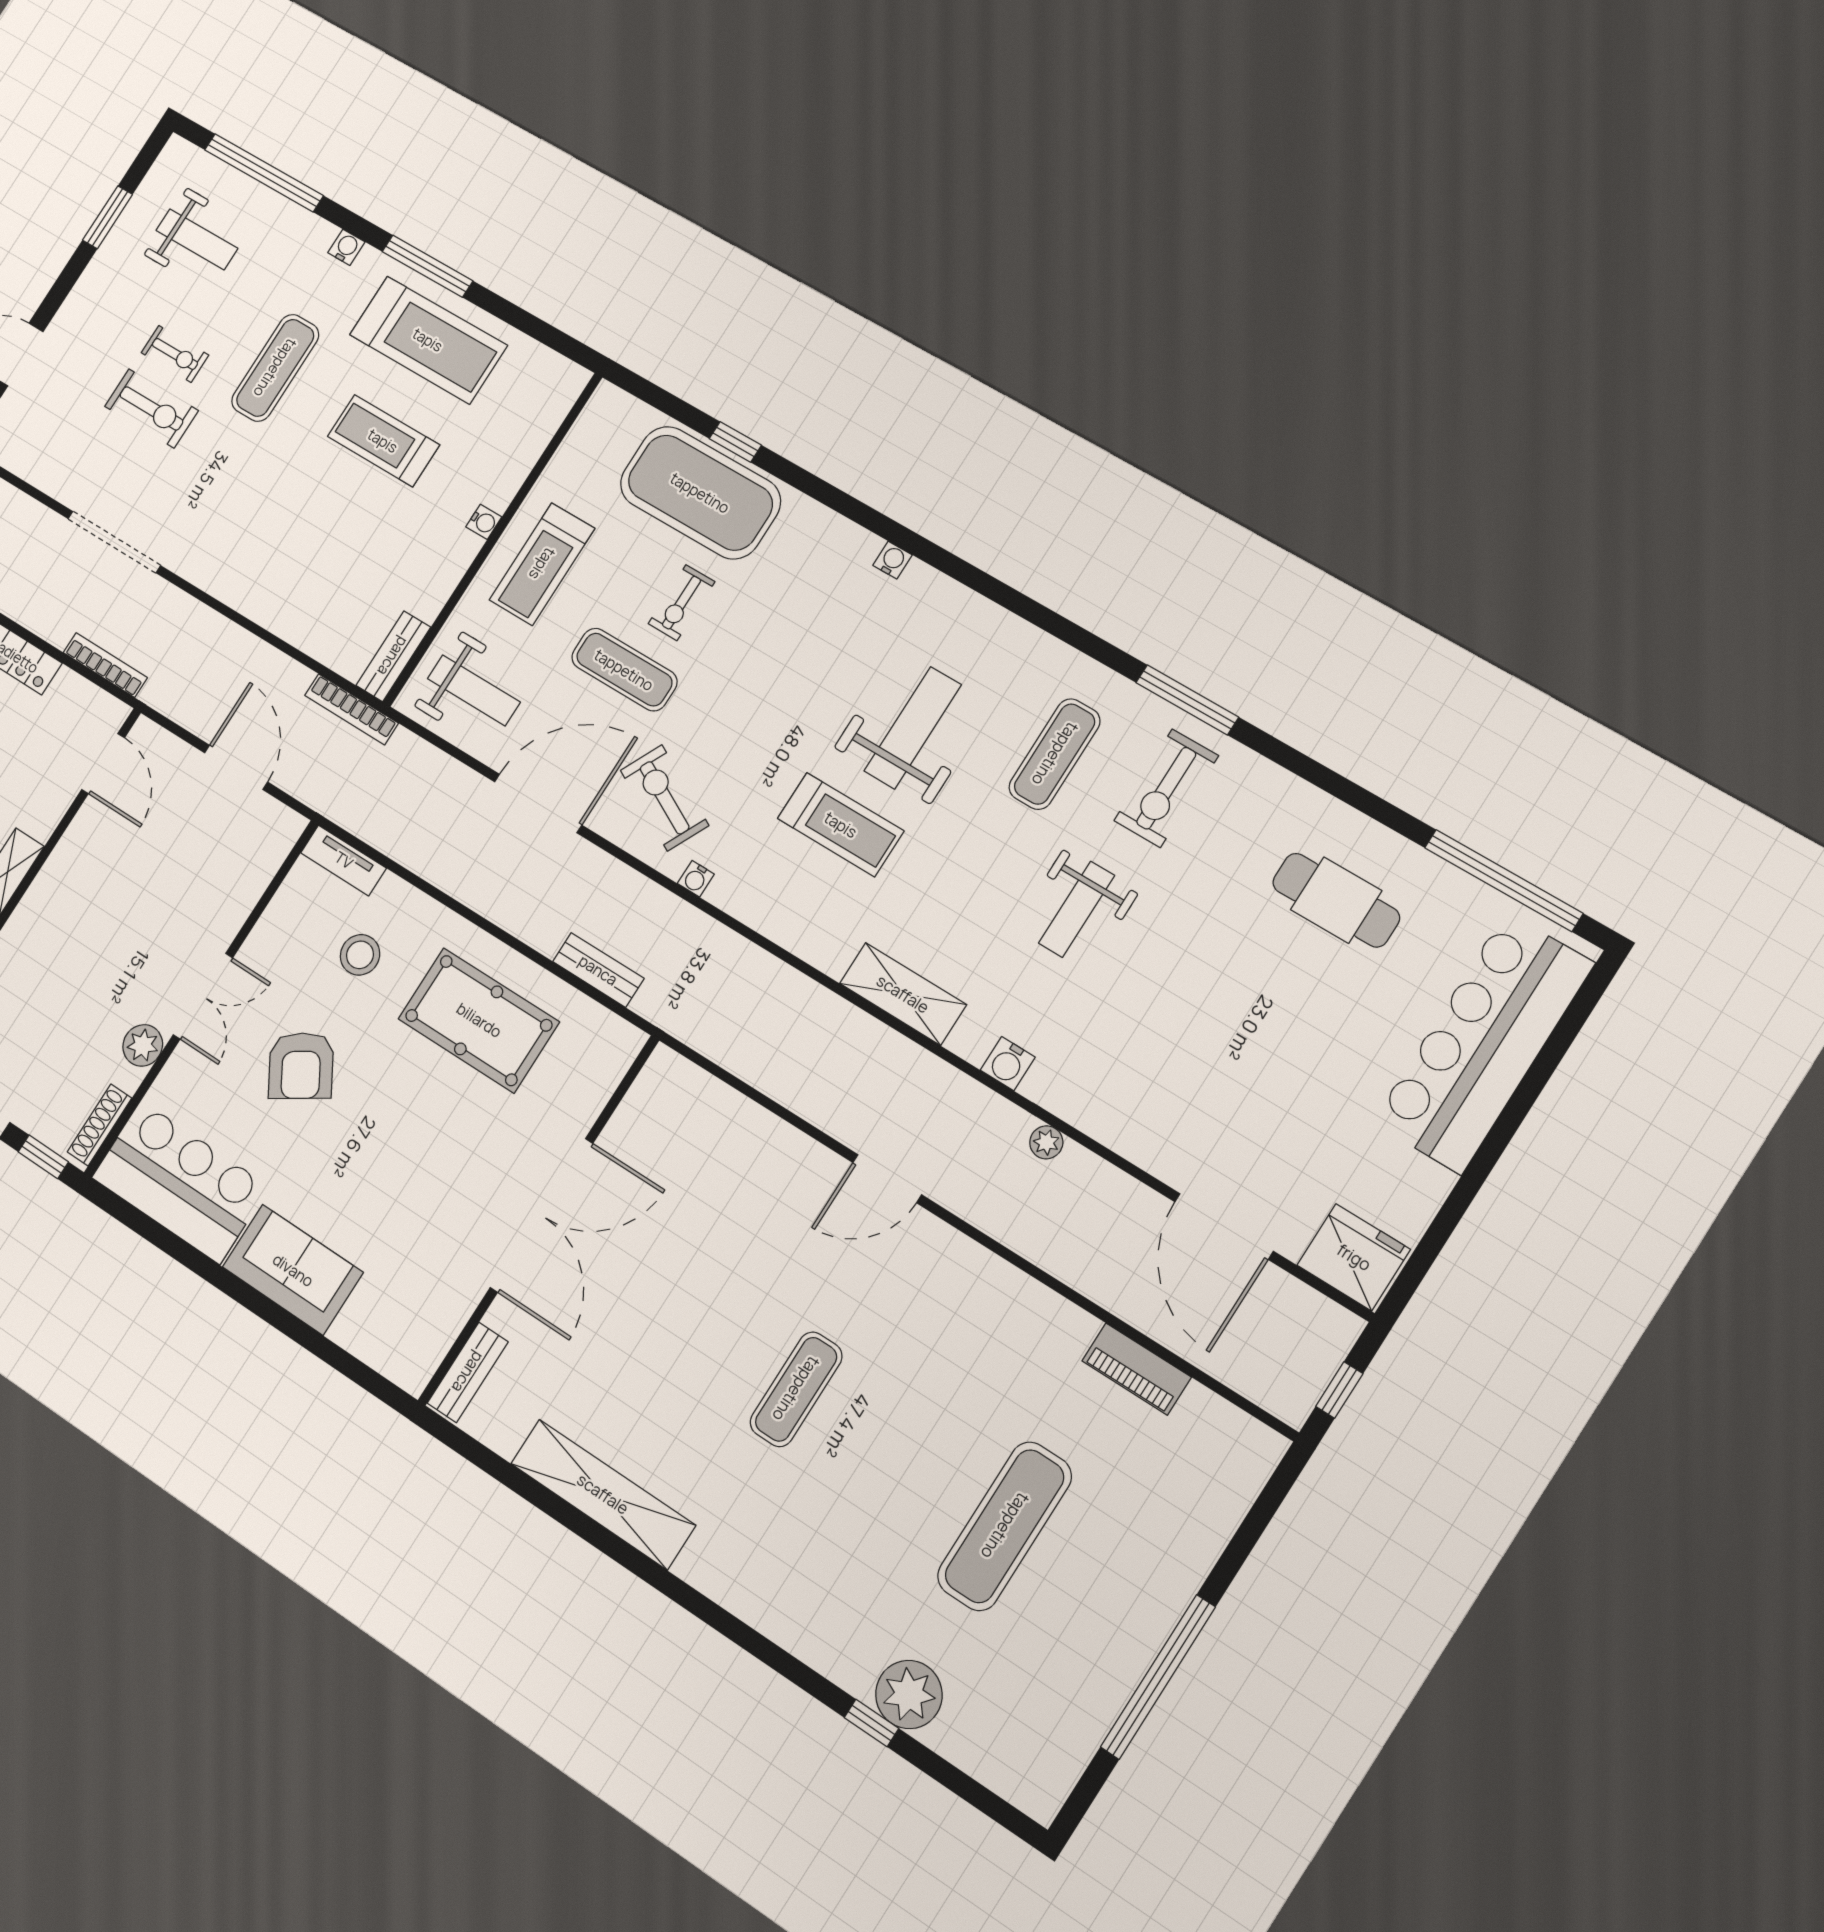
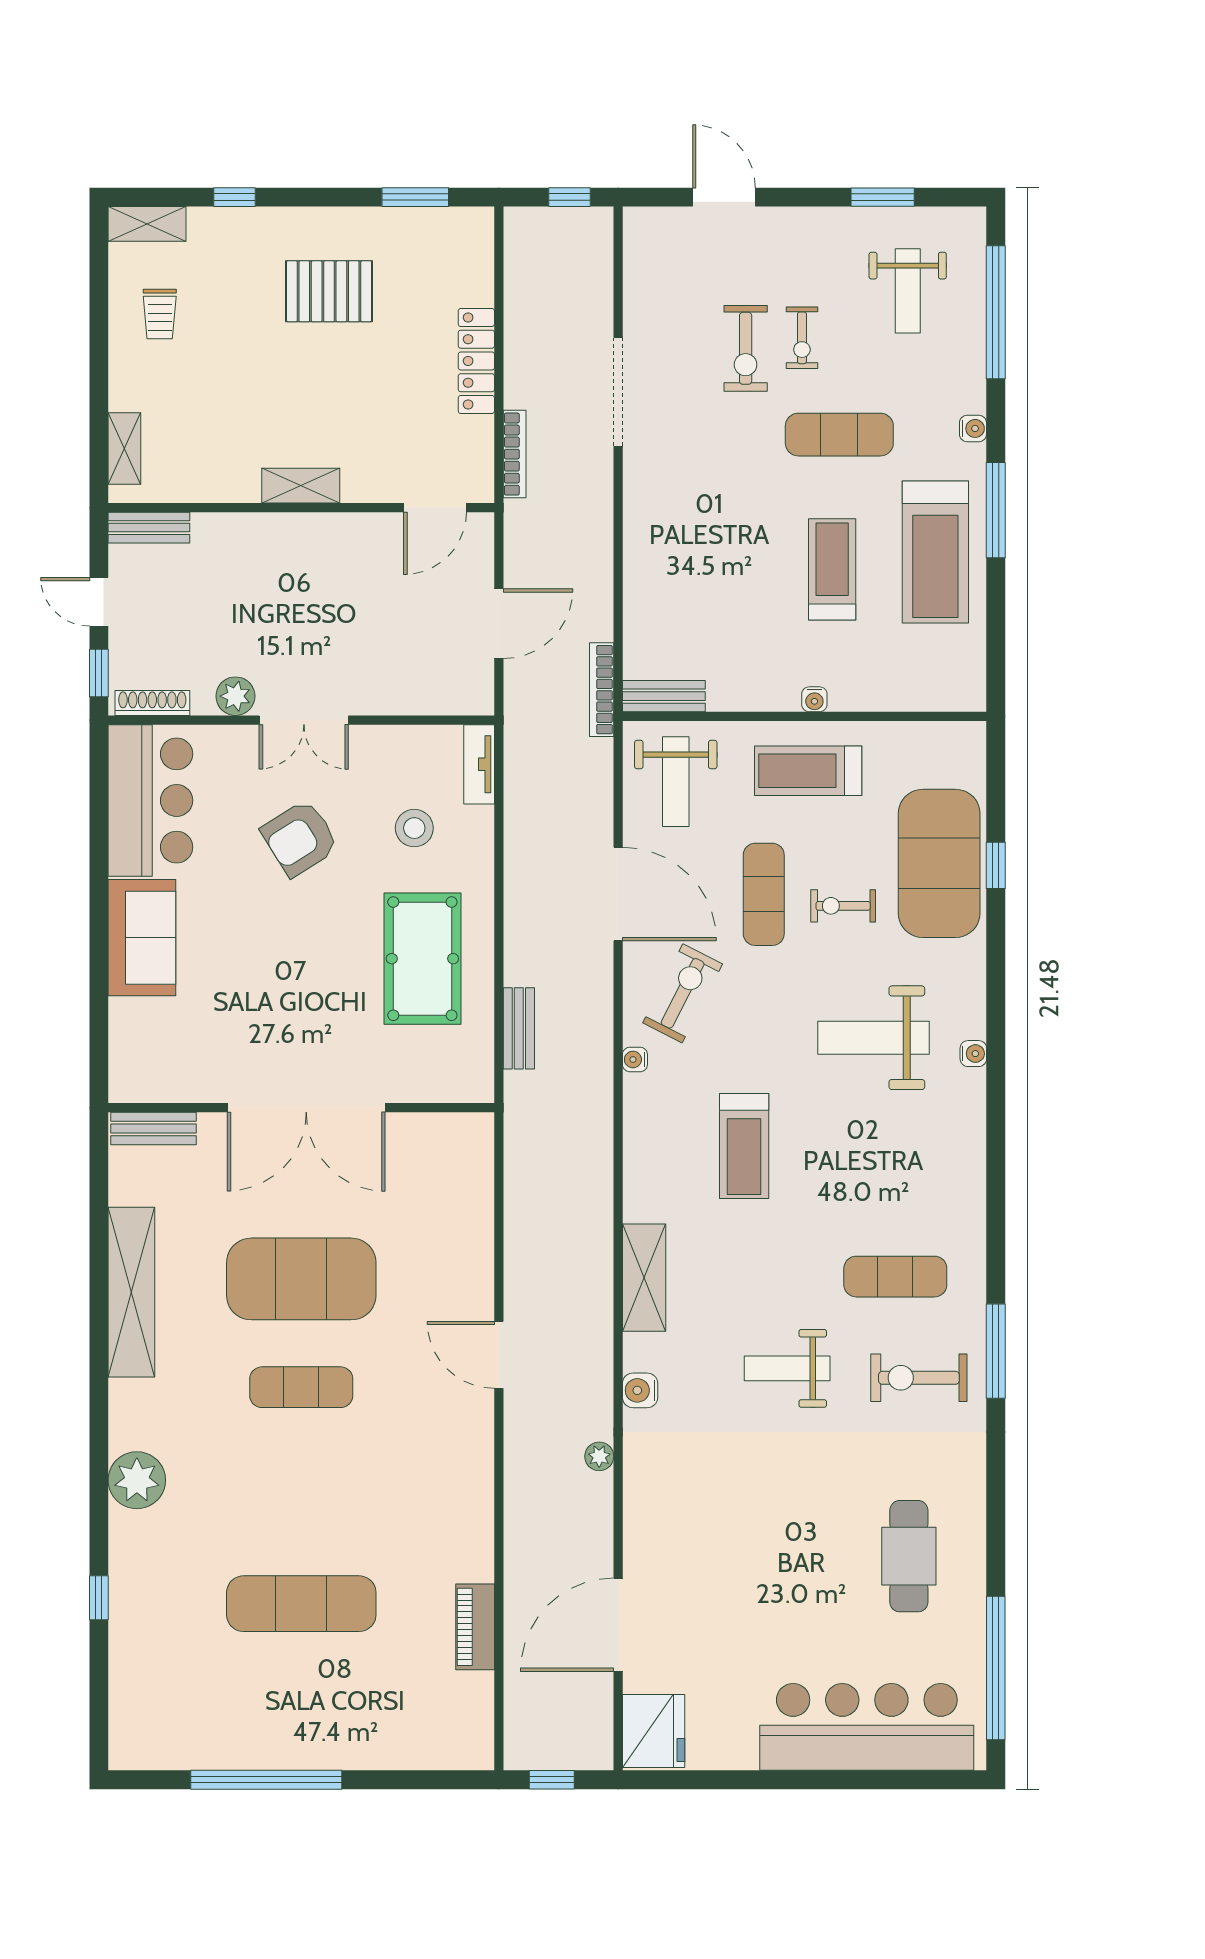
weight bench: (913, 728) -> (873, 1038), moved, turned 180
exercise mat: (695, 1323) -> (301, 1279), added
plant: (909, 1695) -> (137, 1480), moved

